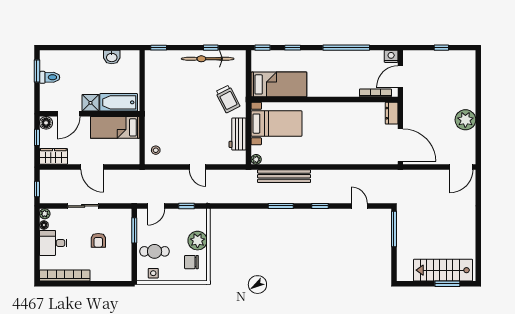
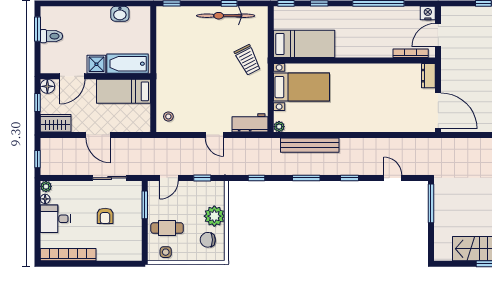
workbench: (238, 134) -> (250, 123), moved, turned 90
sliding door: (83, 206) -> (110, 178), moved
window: (236, 206) -> (256, 178), added

